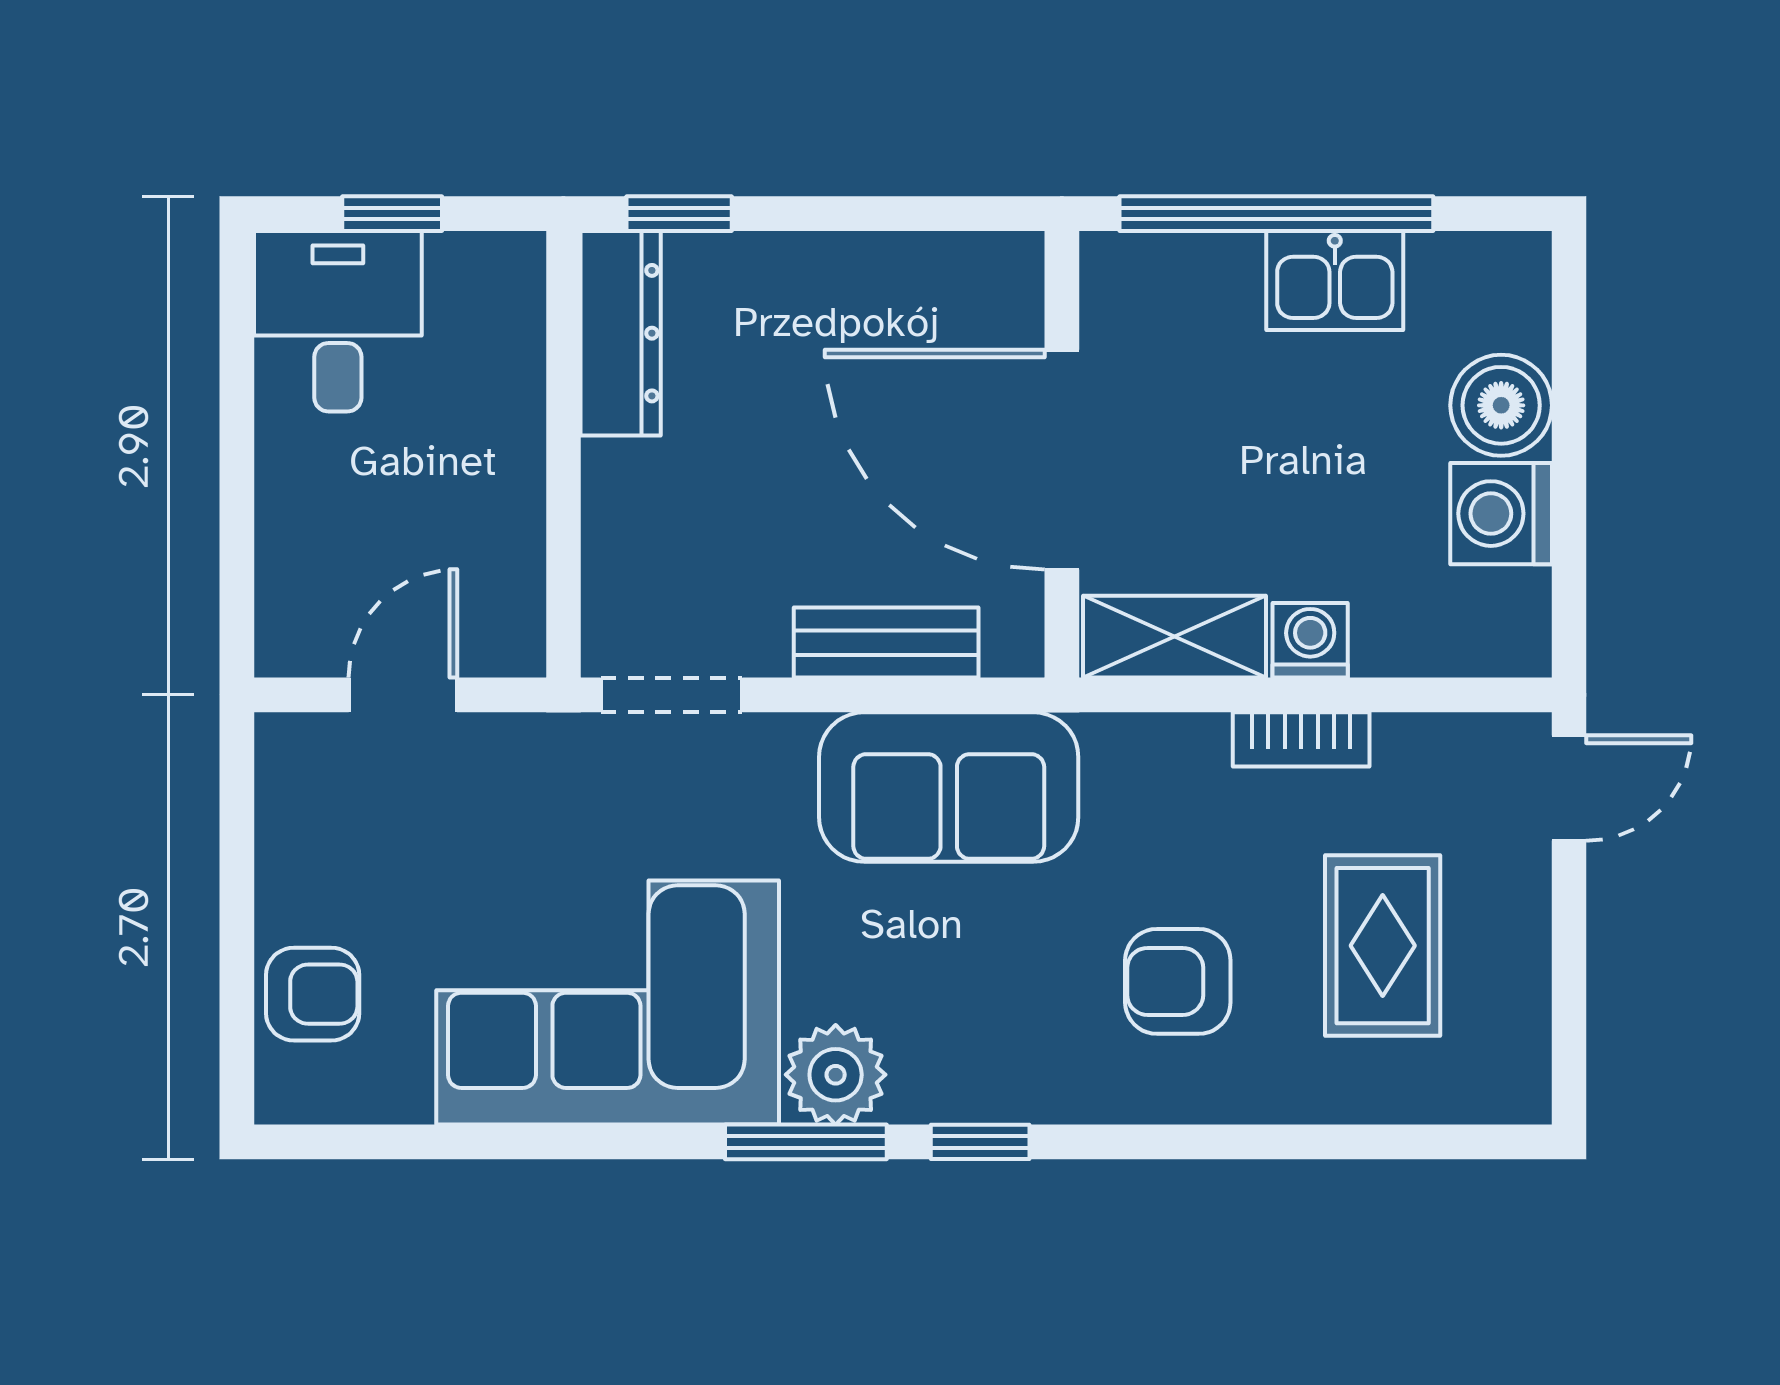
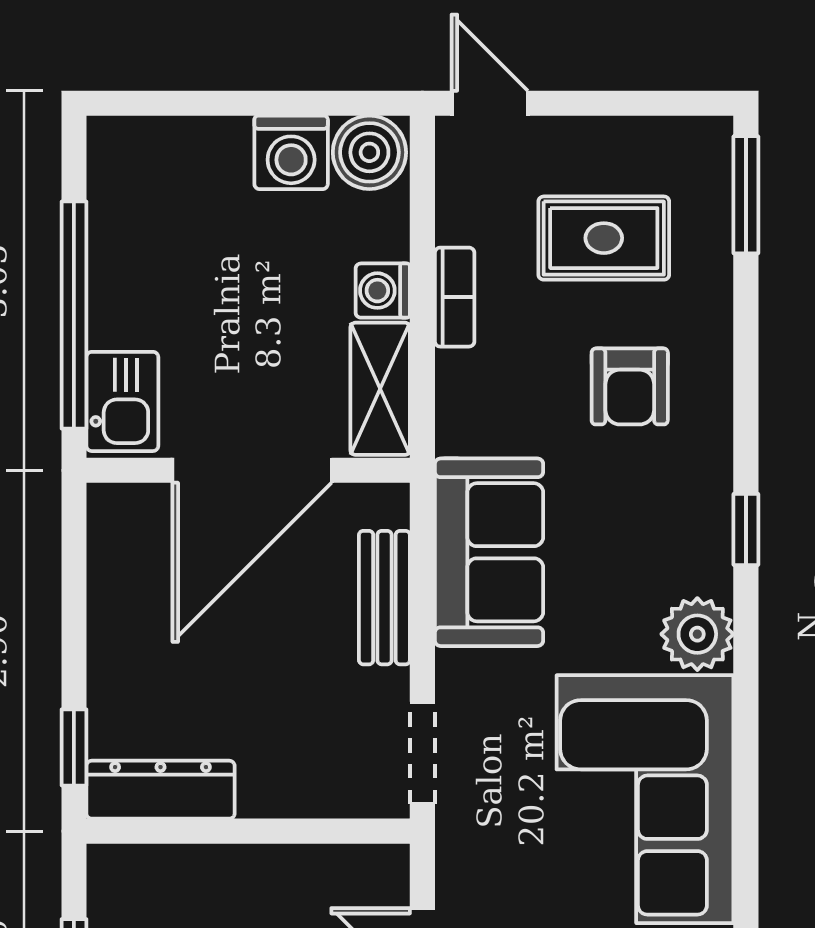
kitchen sink: (1335, 280) -> (122, 401), moved
boiler: (1501, 405) -> (369, 152), moved
window: (806, 1142) -> (746, 195), moved

